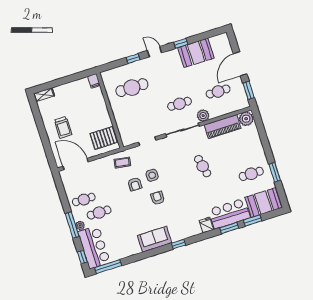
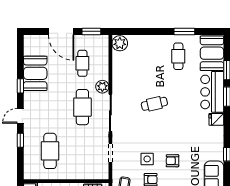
cafe table: (180, 104) -> (82, 107), width x1.37, depth x1.35
piano: (222, 127) -> (120, 70), removed

